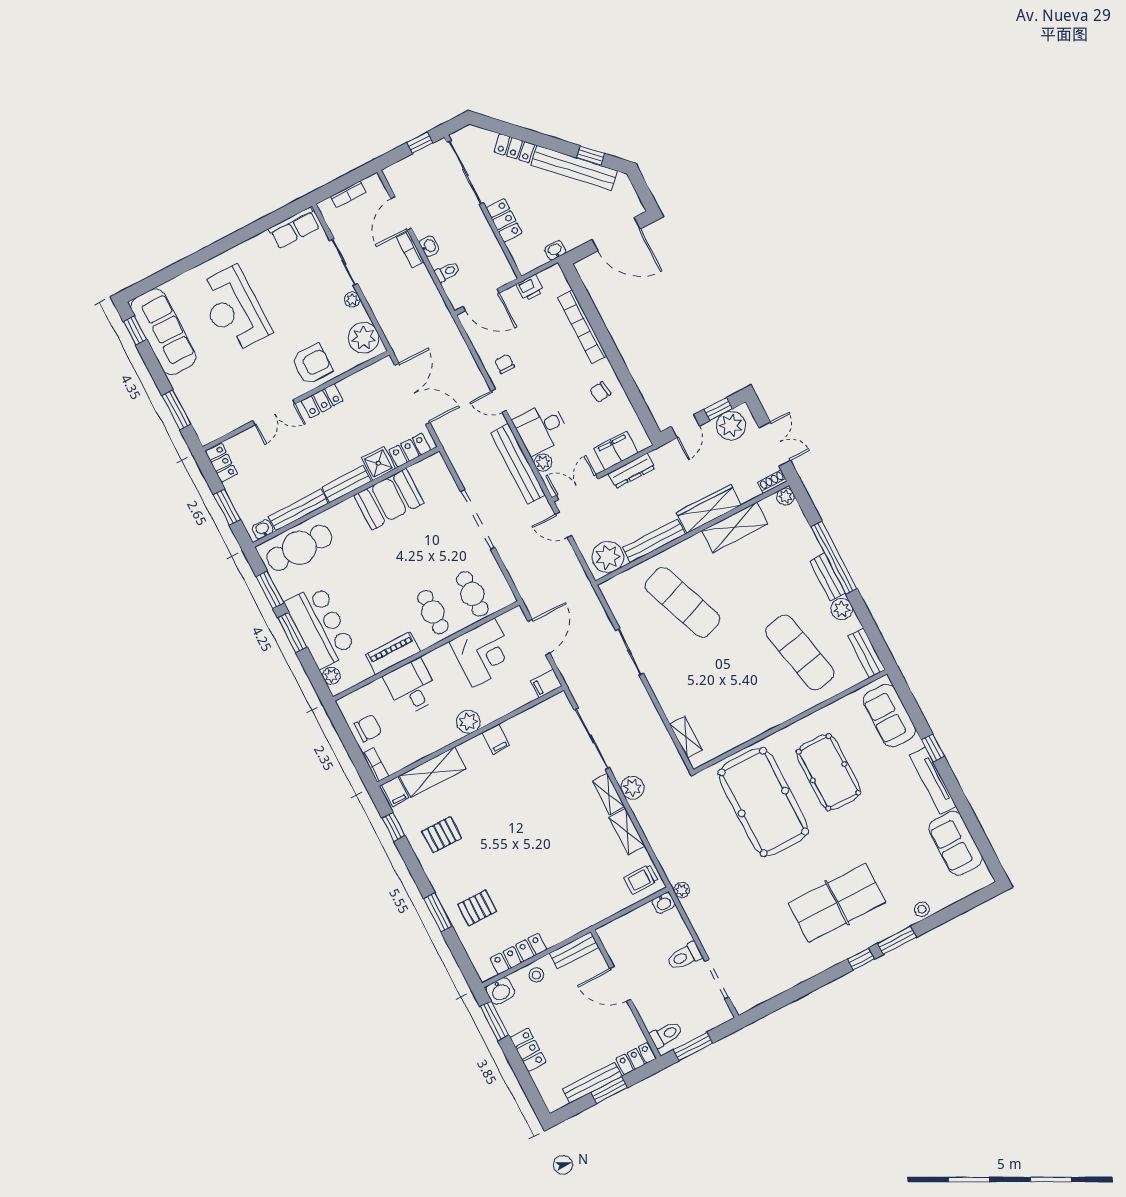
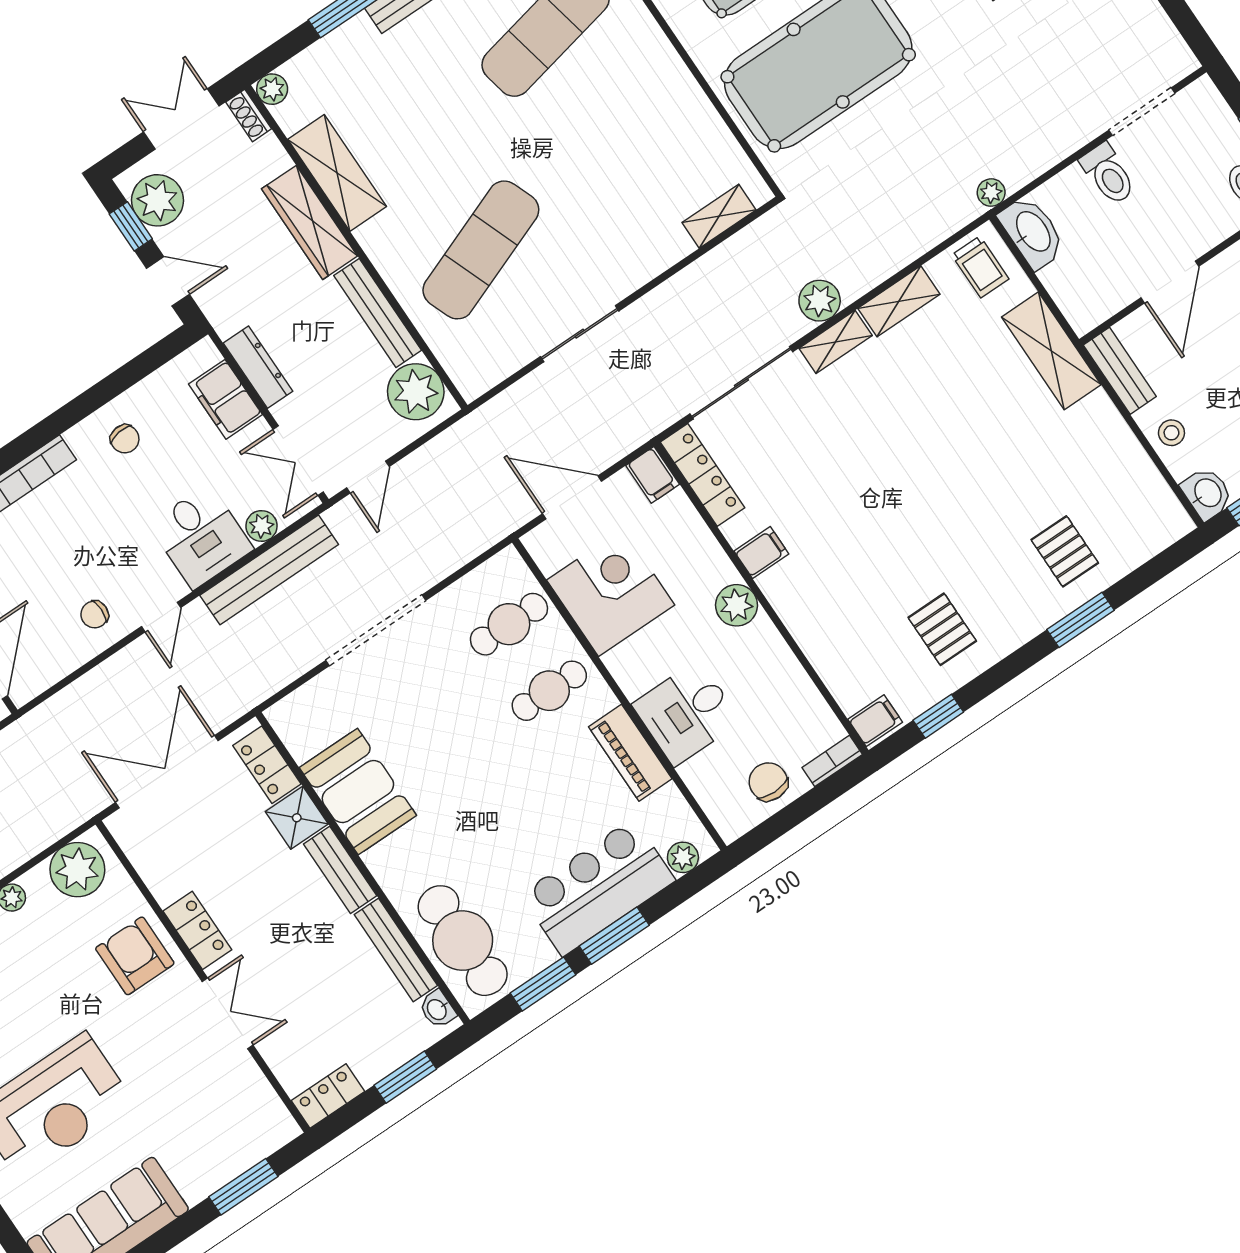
shelving: (433, 772) -> (1051, 351), moved
washbasin: (664, 903) -> (1032, 232), width x1.91, depth x1.45
locker: (519, 954) -> (702, 475), moved, turned 180

